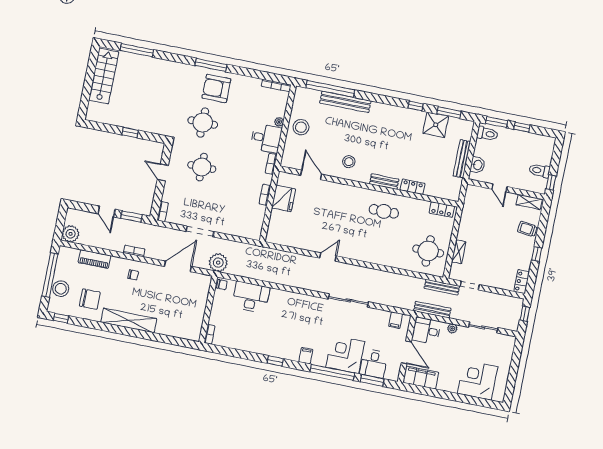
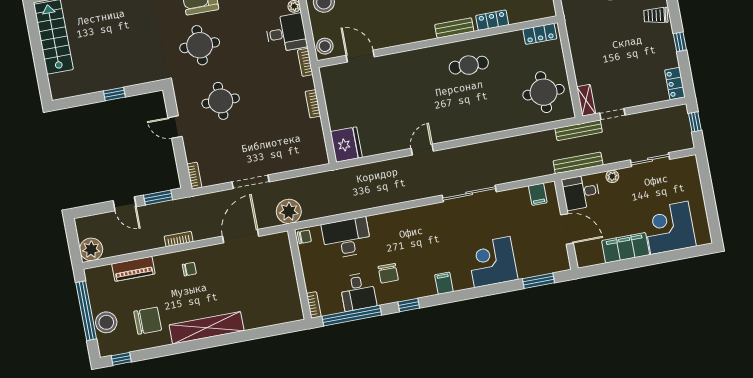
stool: (349, 162) -> (325, 46), moved
fridge: (283, 198) -> (346, 145), moved
shelving: (459, 252) -> (586, 100), moved
chair: (270, 333) -> (388, 273), added
desk: (374, 364) -> (358, 292), moved
window: (332, 372) -> (352, 316), moved
filing cabinet: (421, 378) -> (626, 248), moved

